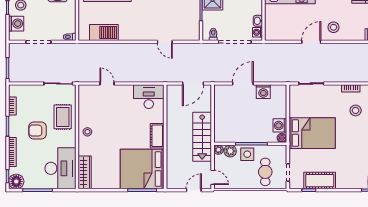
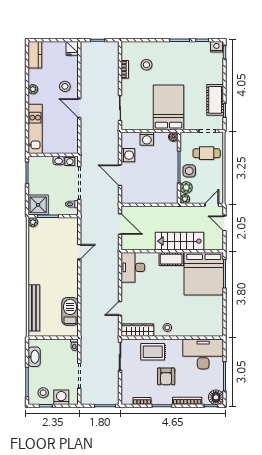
washing machine: (280, 125) -> (147, 139), moved
stairs: (202, 137) -> (180, 241), moved, turned 180
wardrobe: (85, 172) -> (137, 330), moved

